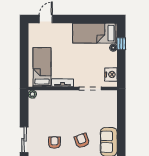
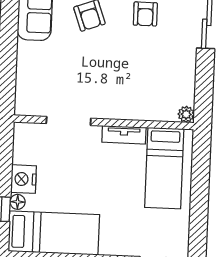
nightstand: (111, 74) -> (23, 179), moved

